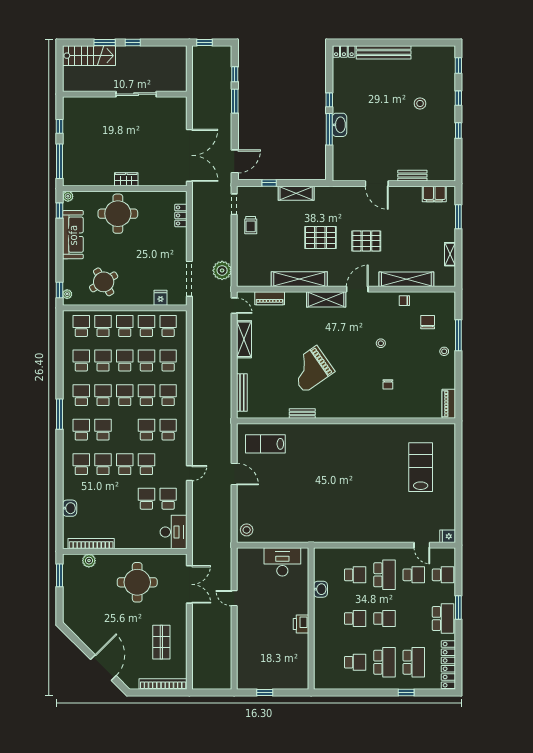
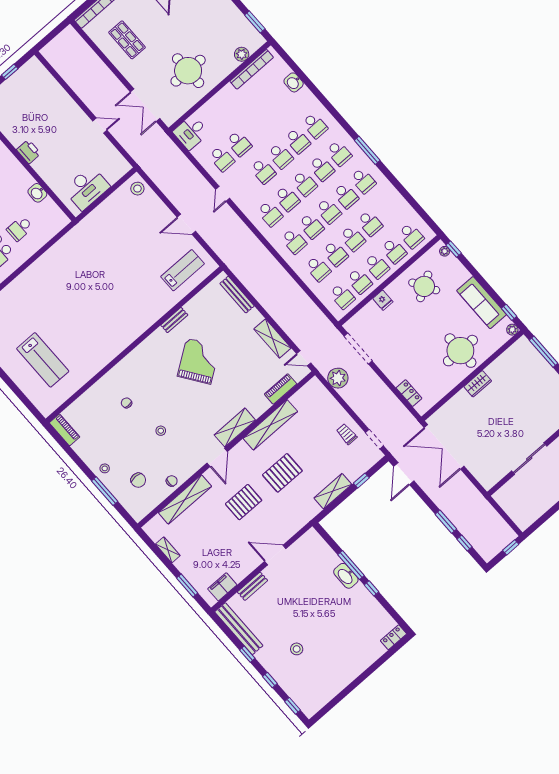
bench: (384, 52) -> (239, 629), moved, turned 90
fridge: (161, 298) -> (383, 300), moved
school desk: (81, 361) -> (304, 183), moved
desk: (174, 532) -> (191, 132), width x0.73

